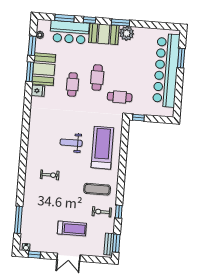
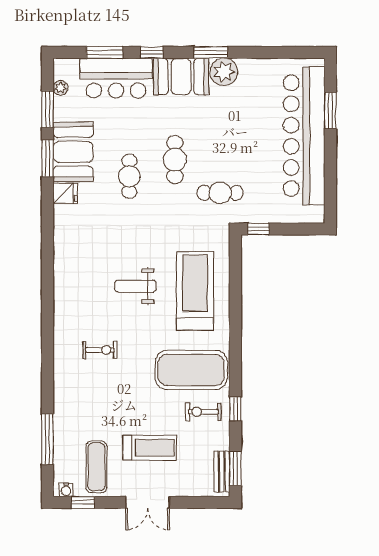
exercise mat: (97, 189) -> (191, 370), width x2.00, depth x1.45
exercise mat: (43, 236) -> (96, 467), added

